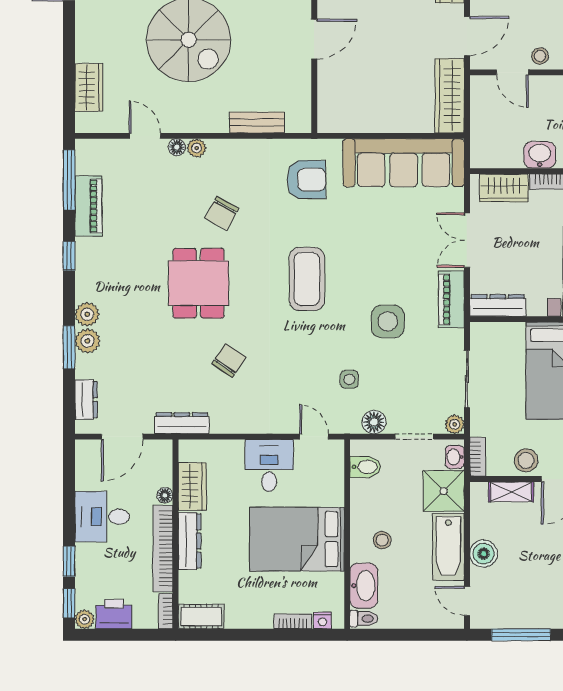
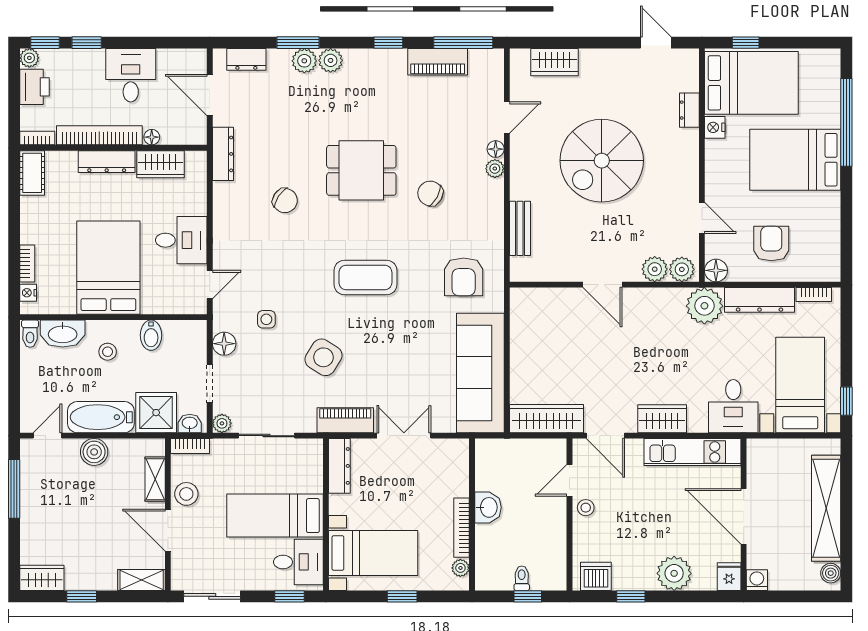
wardrobe: (504, 188) -> (455, 472), removed
side table: (388, 321) -> (323, 357), turned 32
bidet: (365, 467) -> (151, 335), moved

